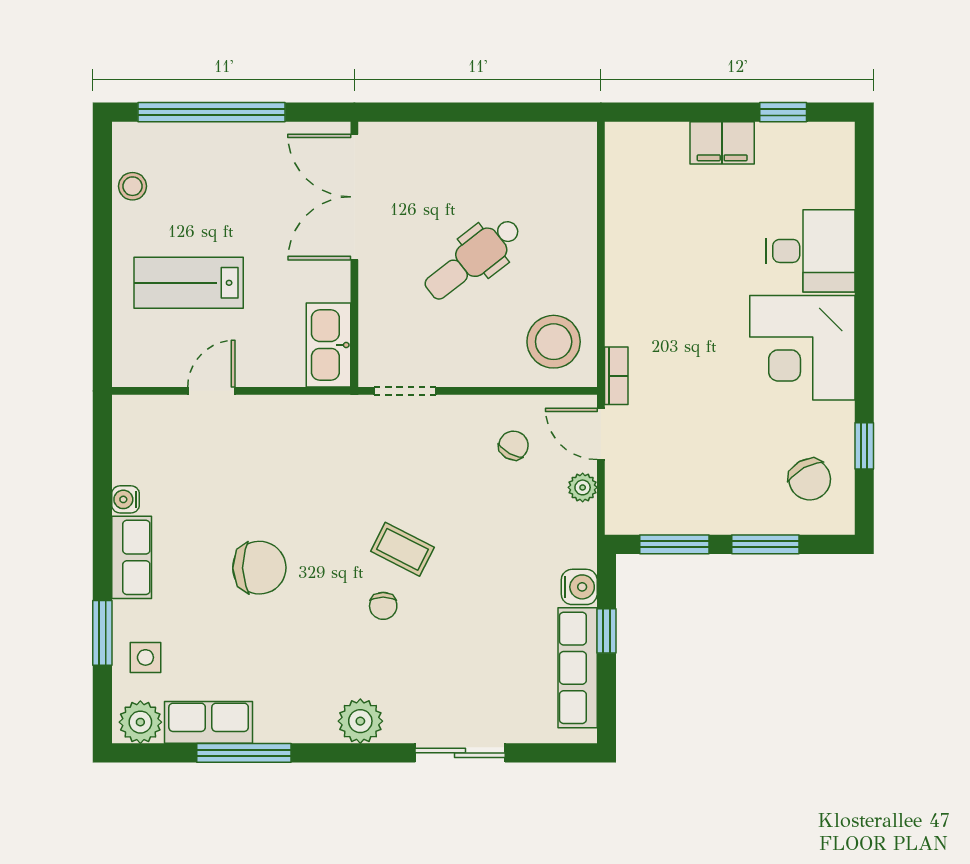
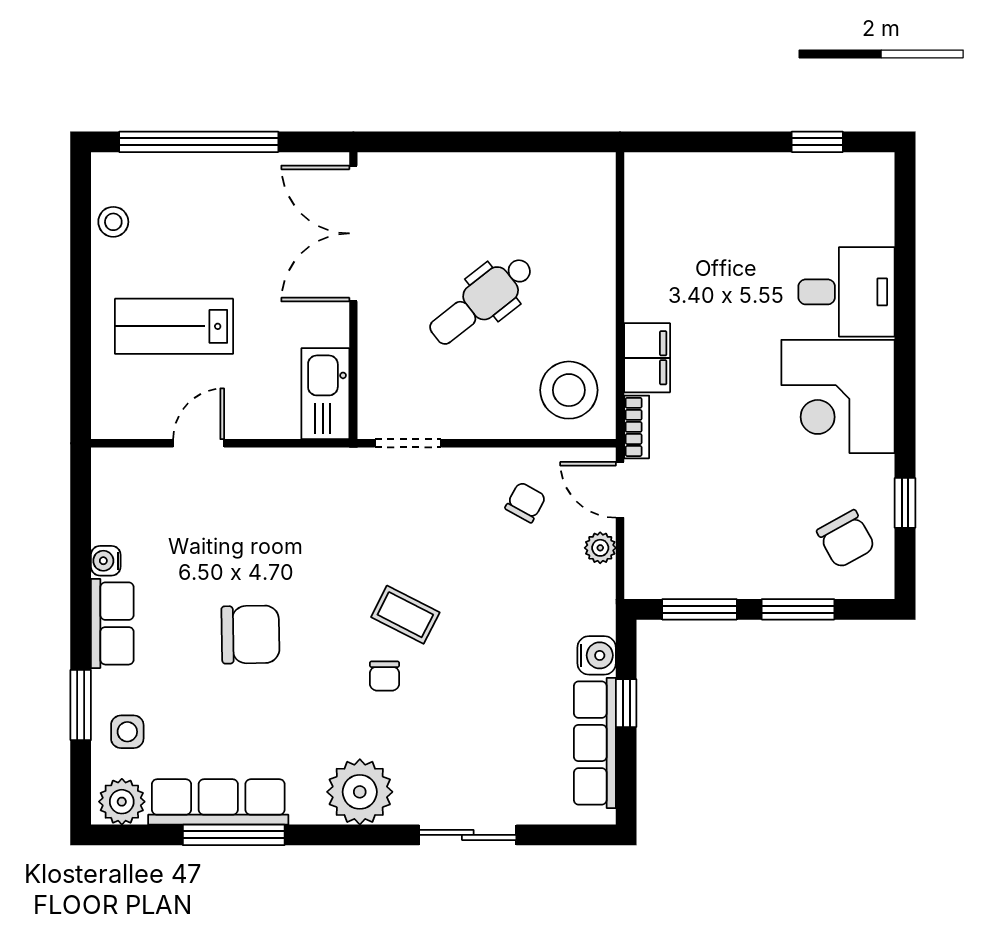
filing cabinet: (722, 143) -> (647, 358), moved, turned -90
plant: (360, 721) -> (360, 792), width x1.36, depth x1.36
row of seats: (209, 722) -> (218, 802), width x1.48

